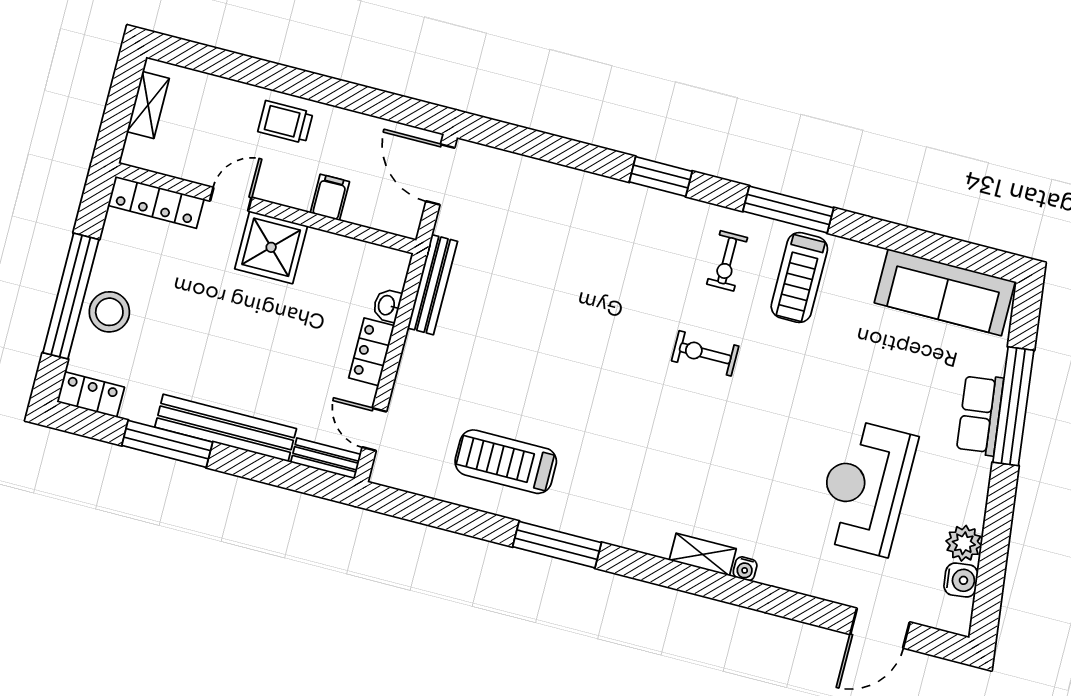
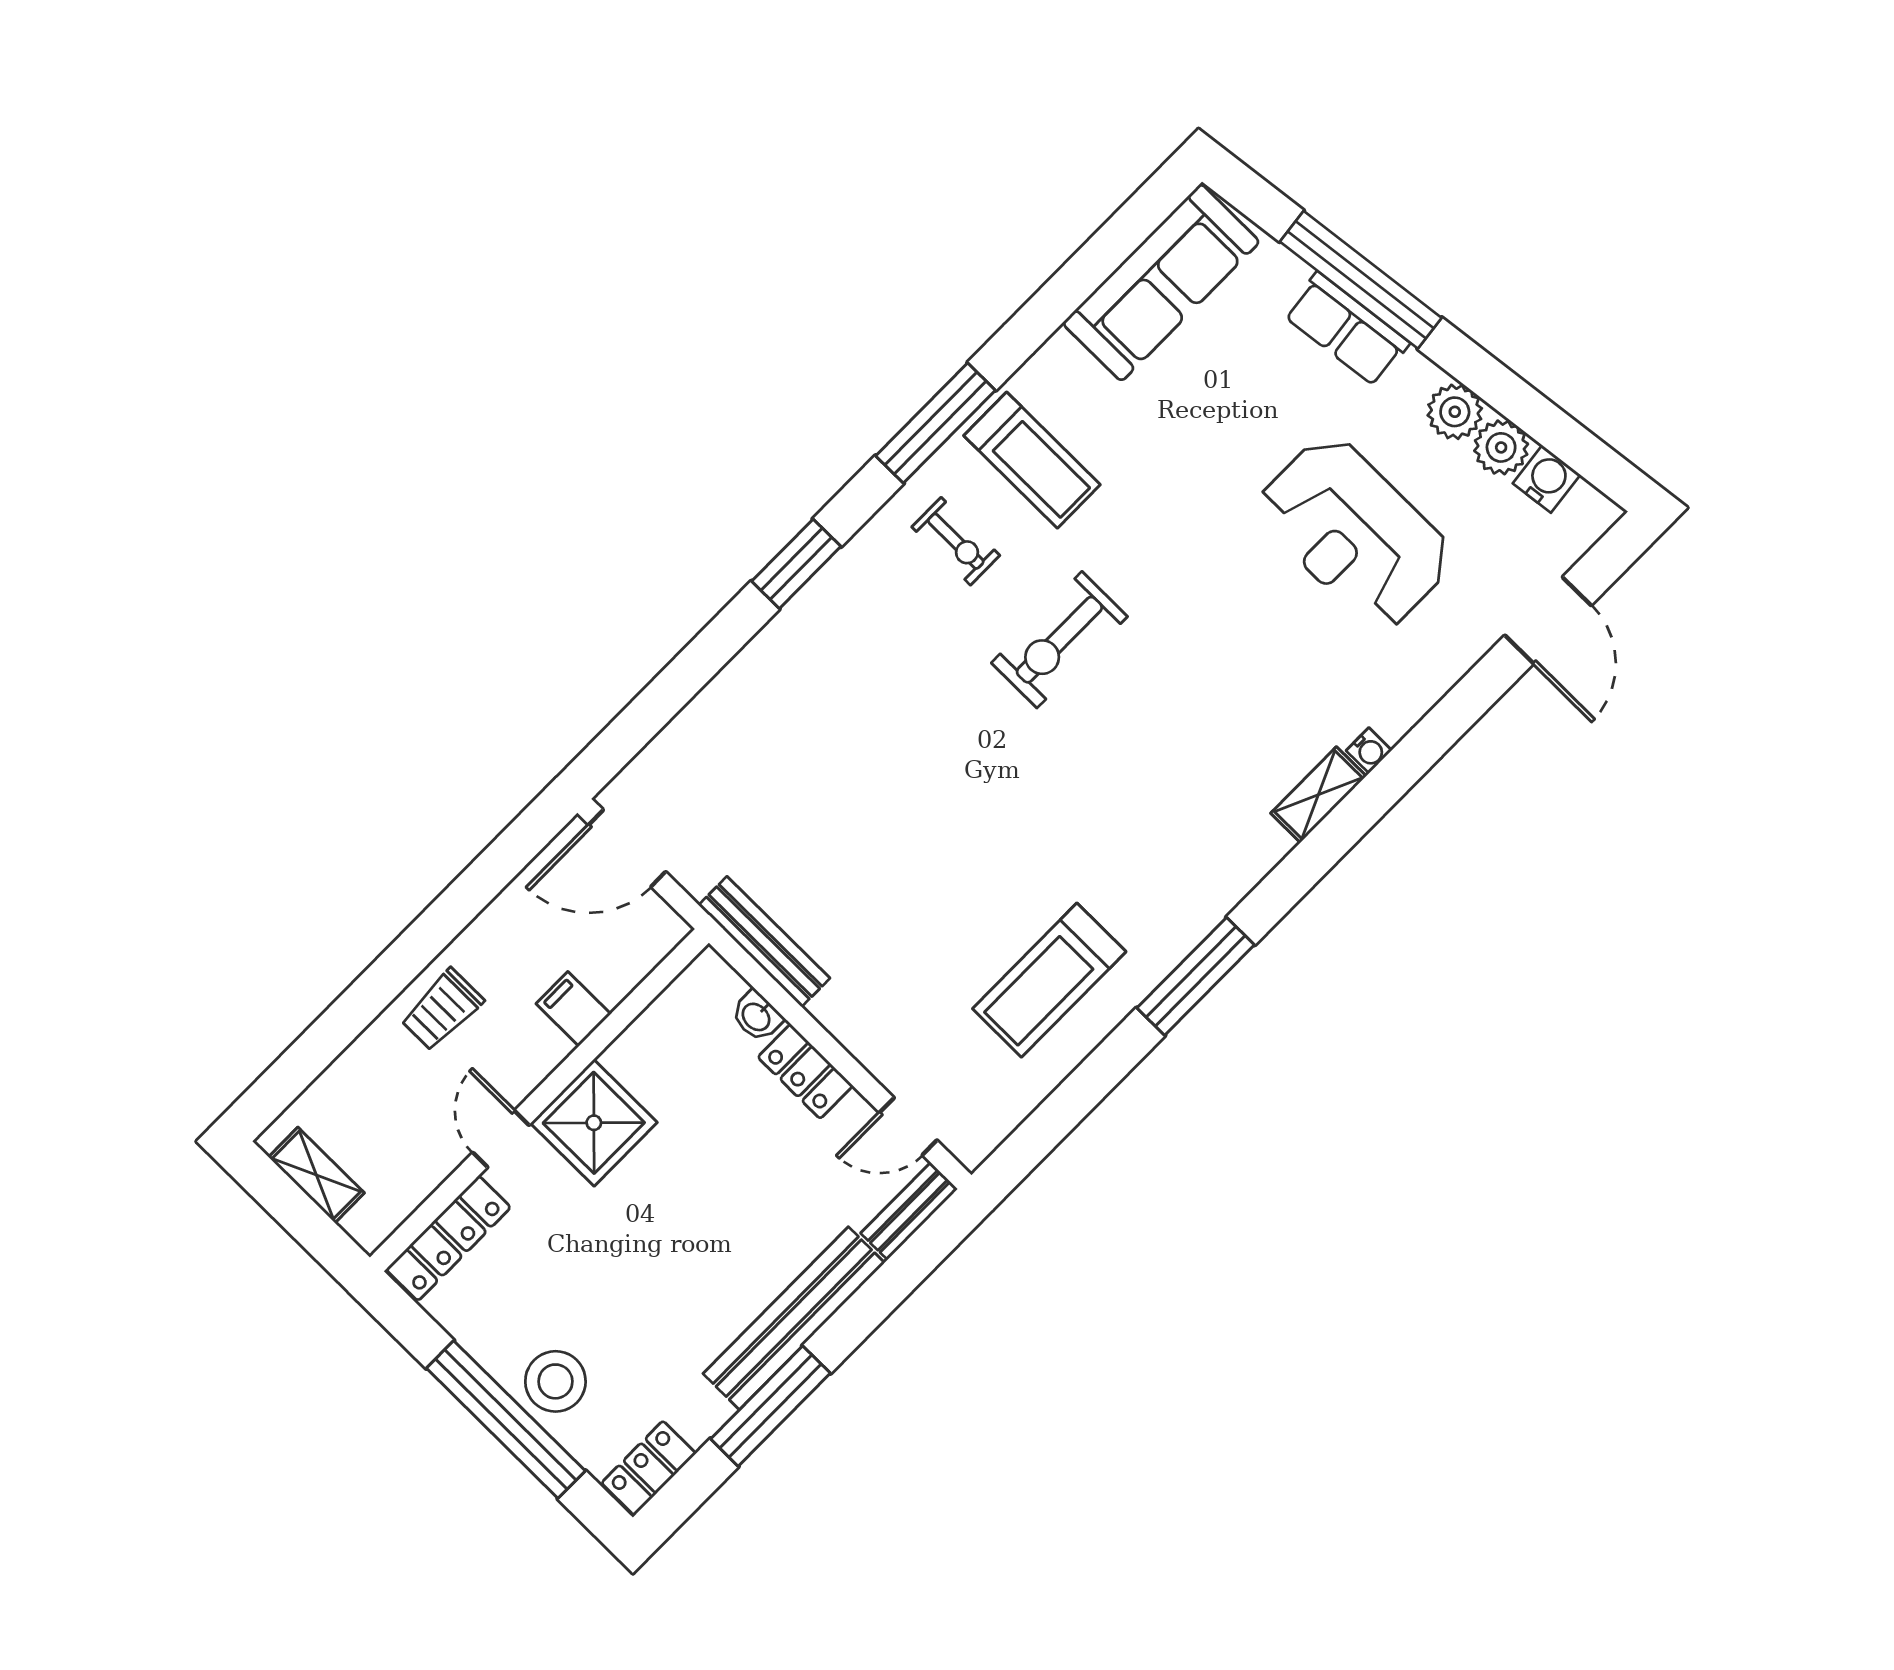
exercise bike: (705, 353) -> (1059, 640), width x1.38, depth x1.39
plant: (969, 505) -> (1455, 412), added

